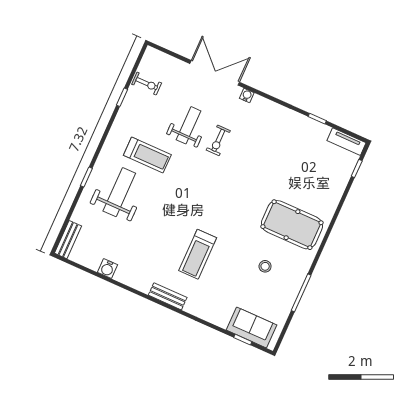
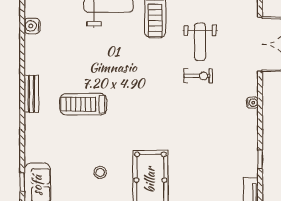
water cooler: (247, 95) -> (252, 103), moved
weight bench: (188, 125) -> (200, 42), turned 90
exercise bike: (218, 140) -> (198, 76), turned 180

